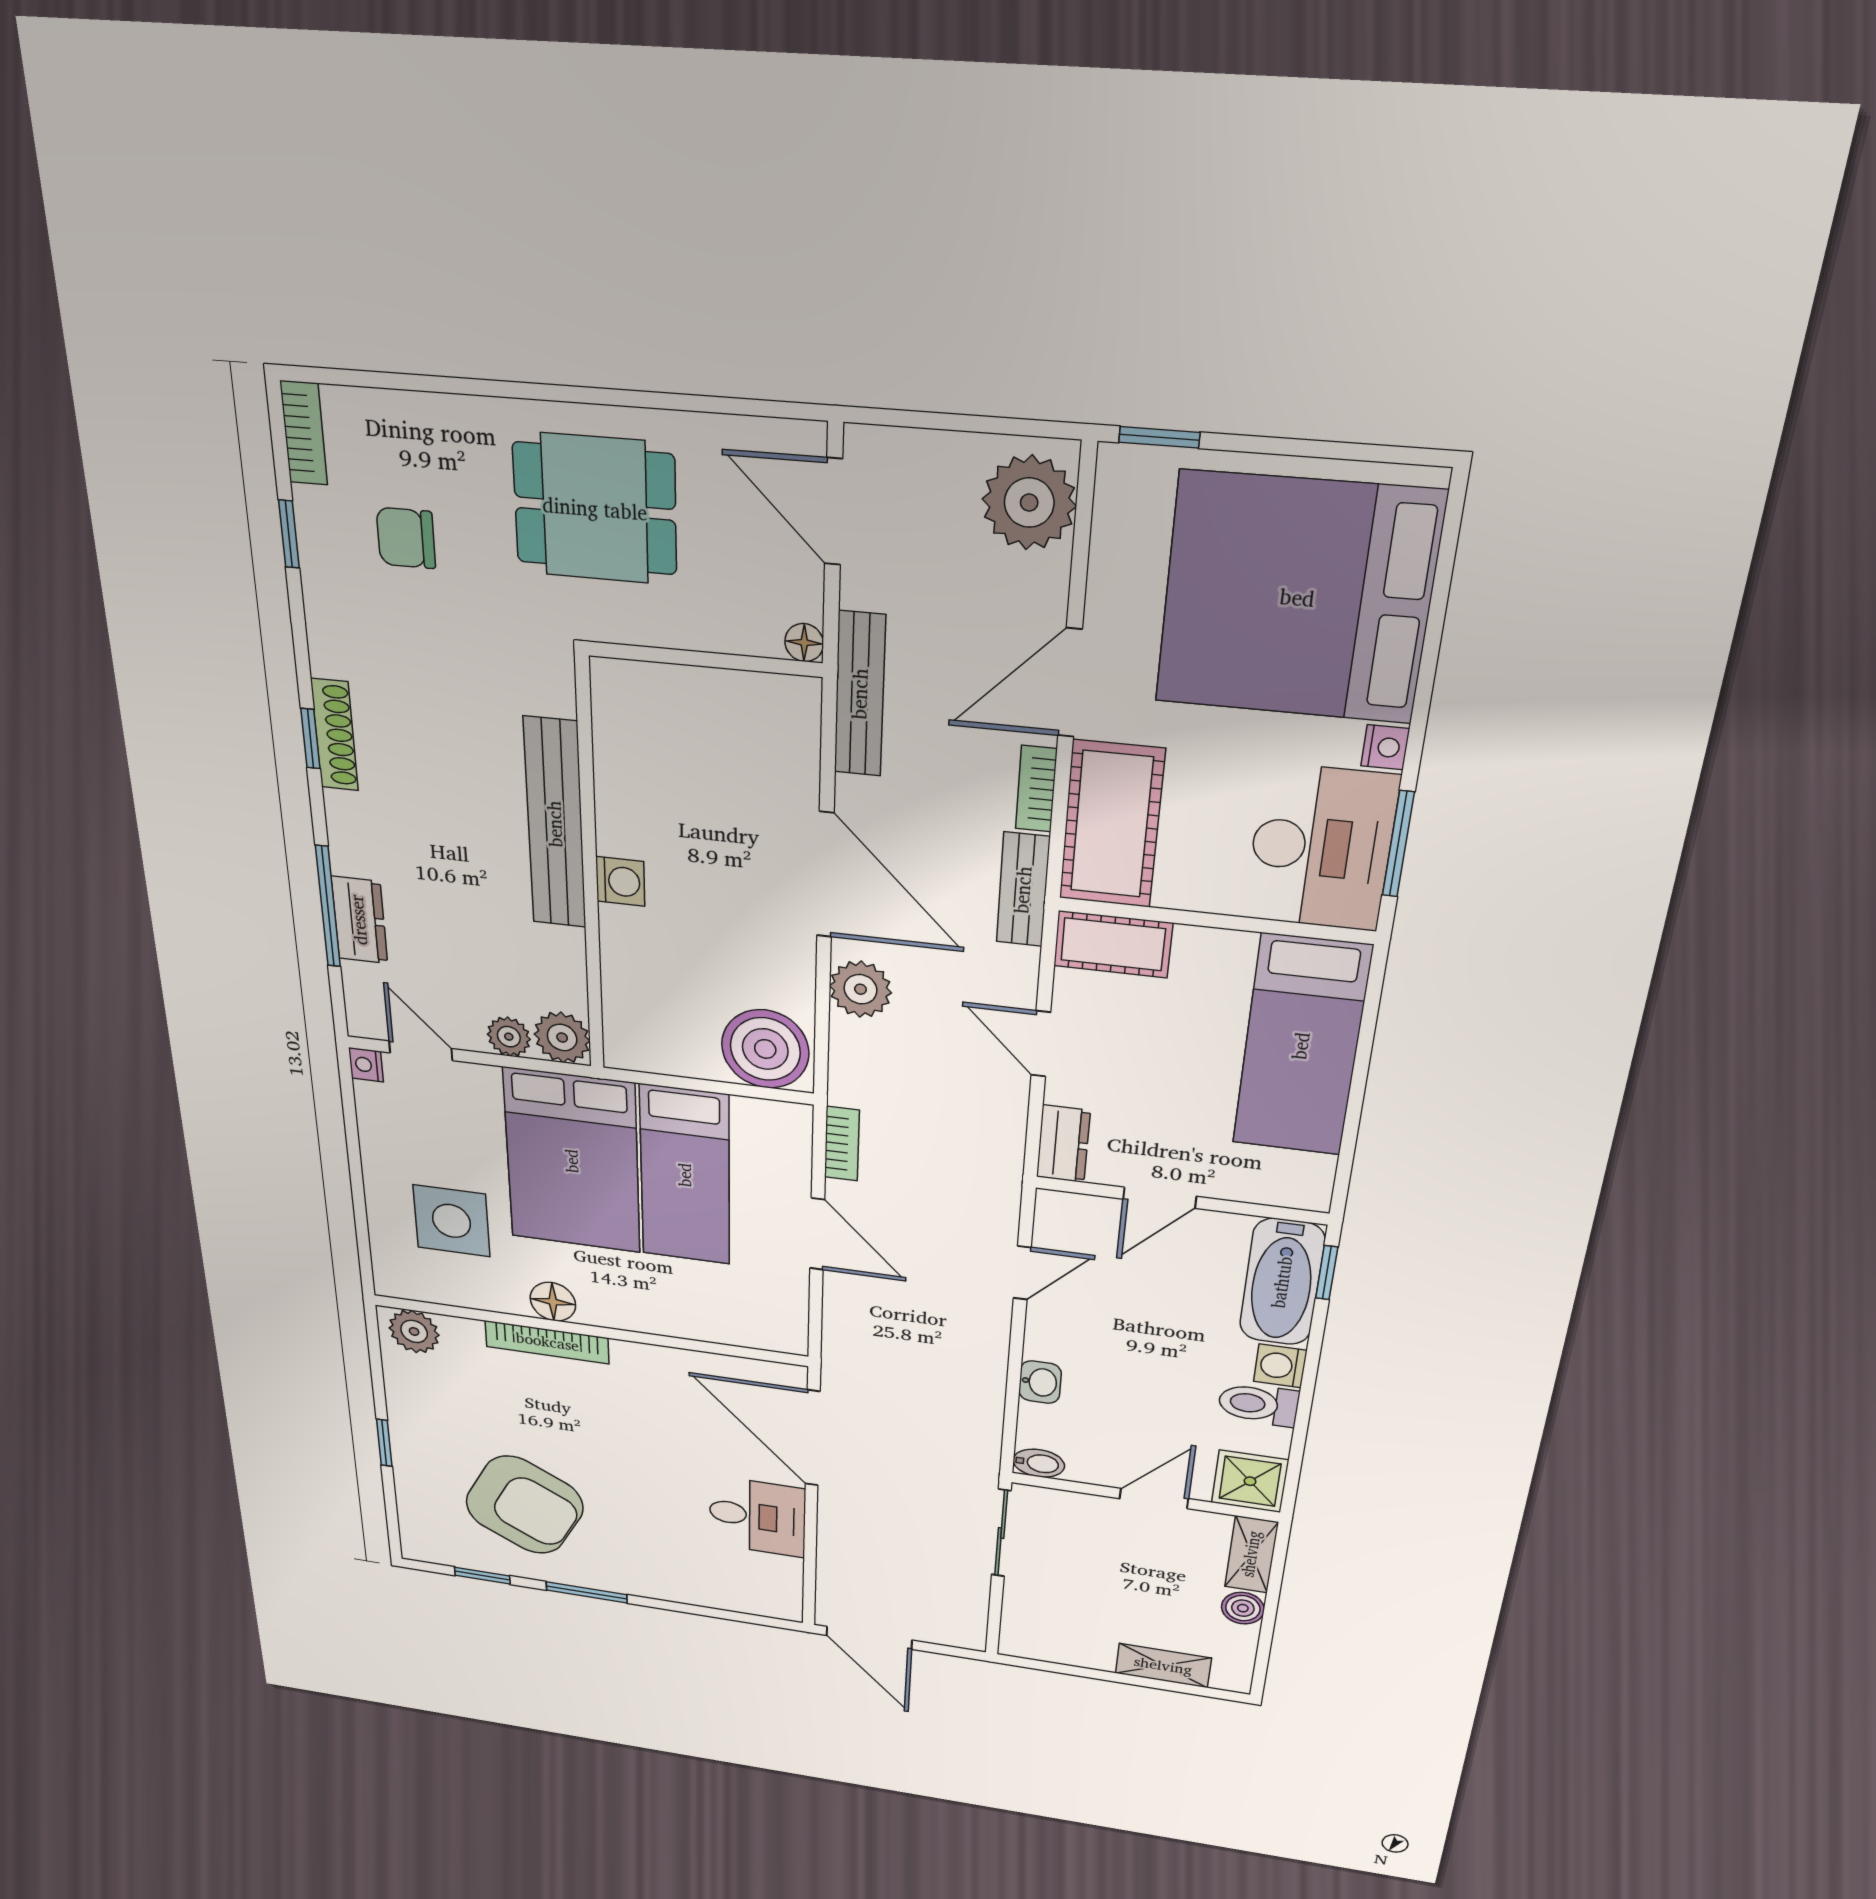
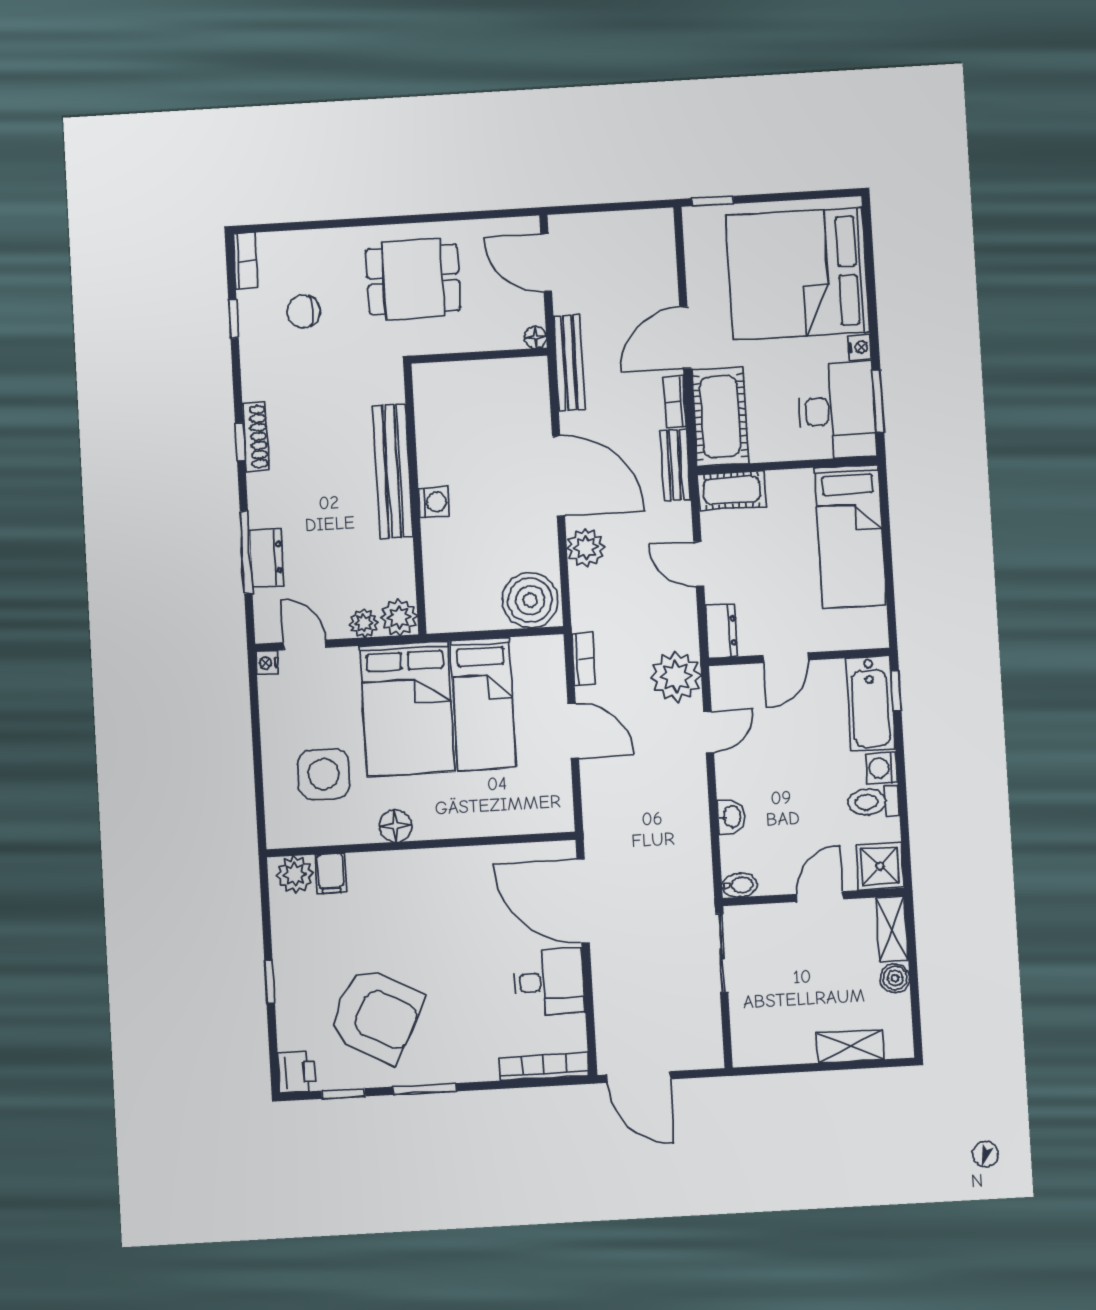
plant: (1029, 503) -> (676, 676), moved
filing cabinet: (463, 1340) -> (331, 873), added
bookcase: (547, 1342) -> (544, 1067), moved, turned 180
printer: (422, 1542) -> (296, 1072), added

